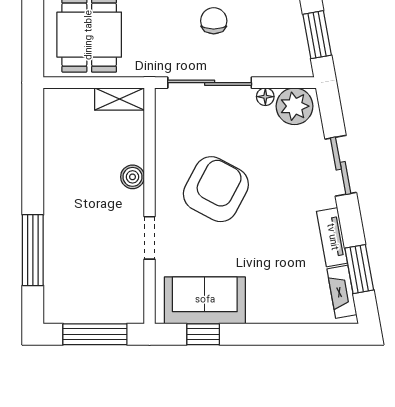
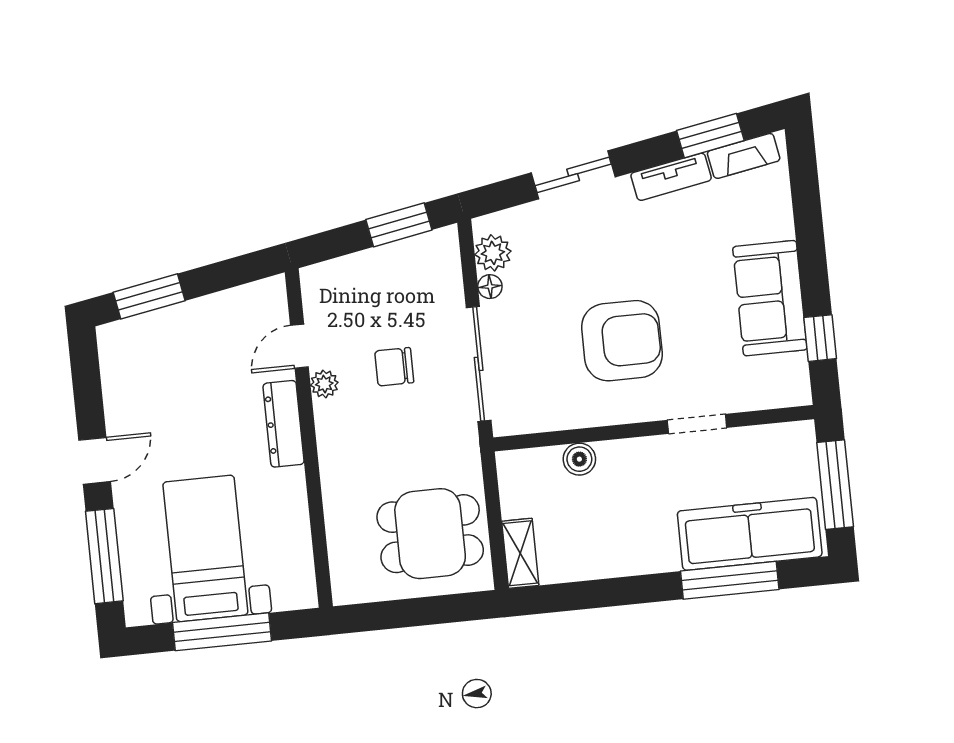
shelving: (119, 99) -> (520, 553), moved
plant: (295, 106) -> (493, 253), width x0.73, depth x0.73
boiler: (132, 177) -> (579, 459), moved
armchair: (216, 189) -> (622, 341), turned 152
freezer: (65, 268) -> (750, 534), added
sofa: (205, 300) -> (770, 298), moved

